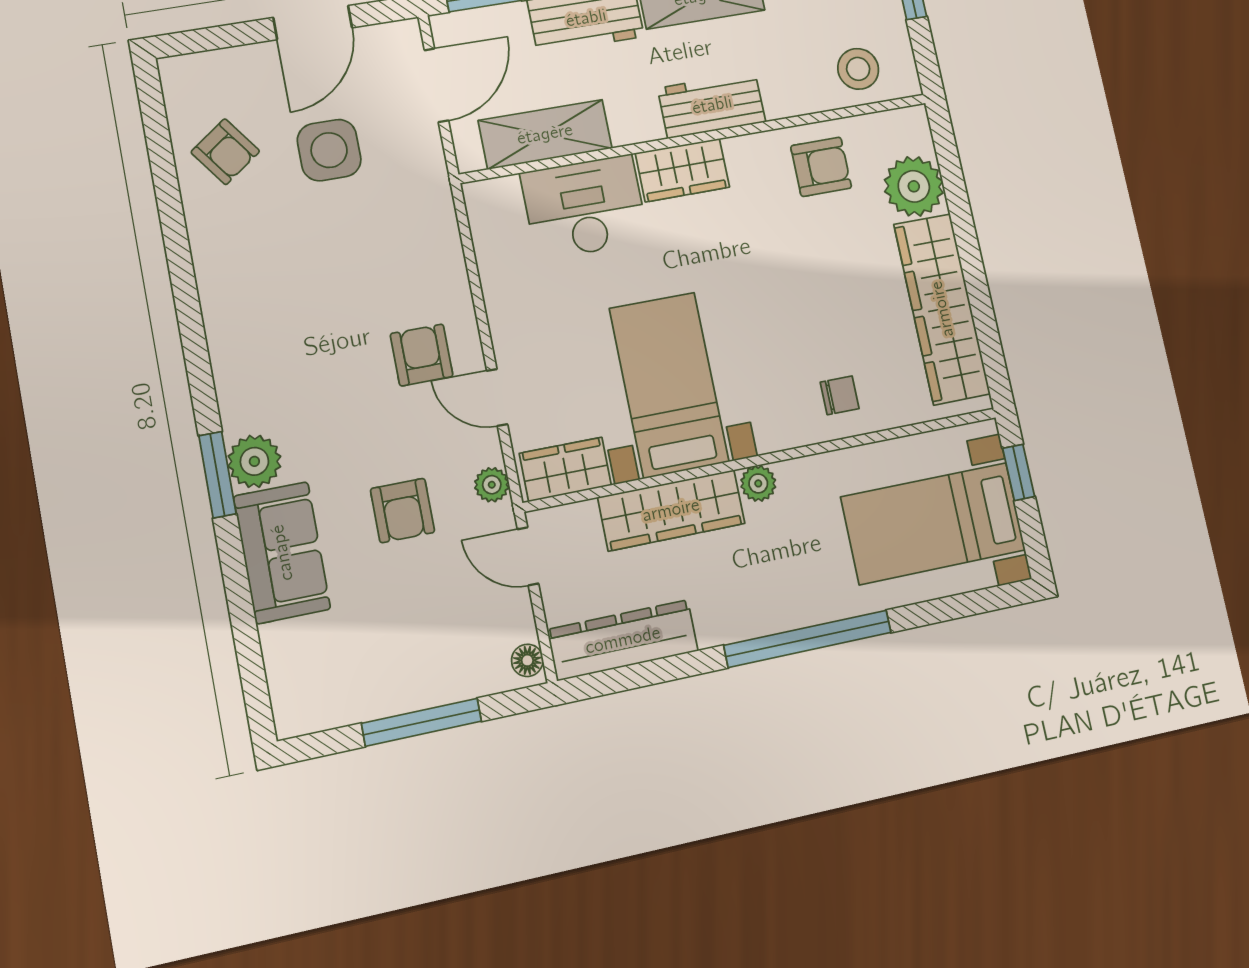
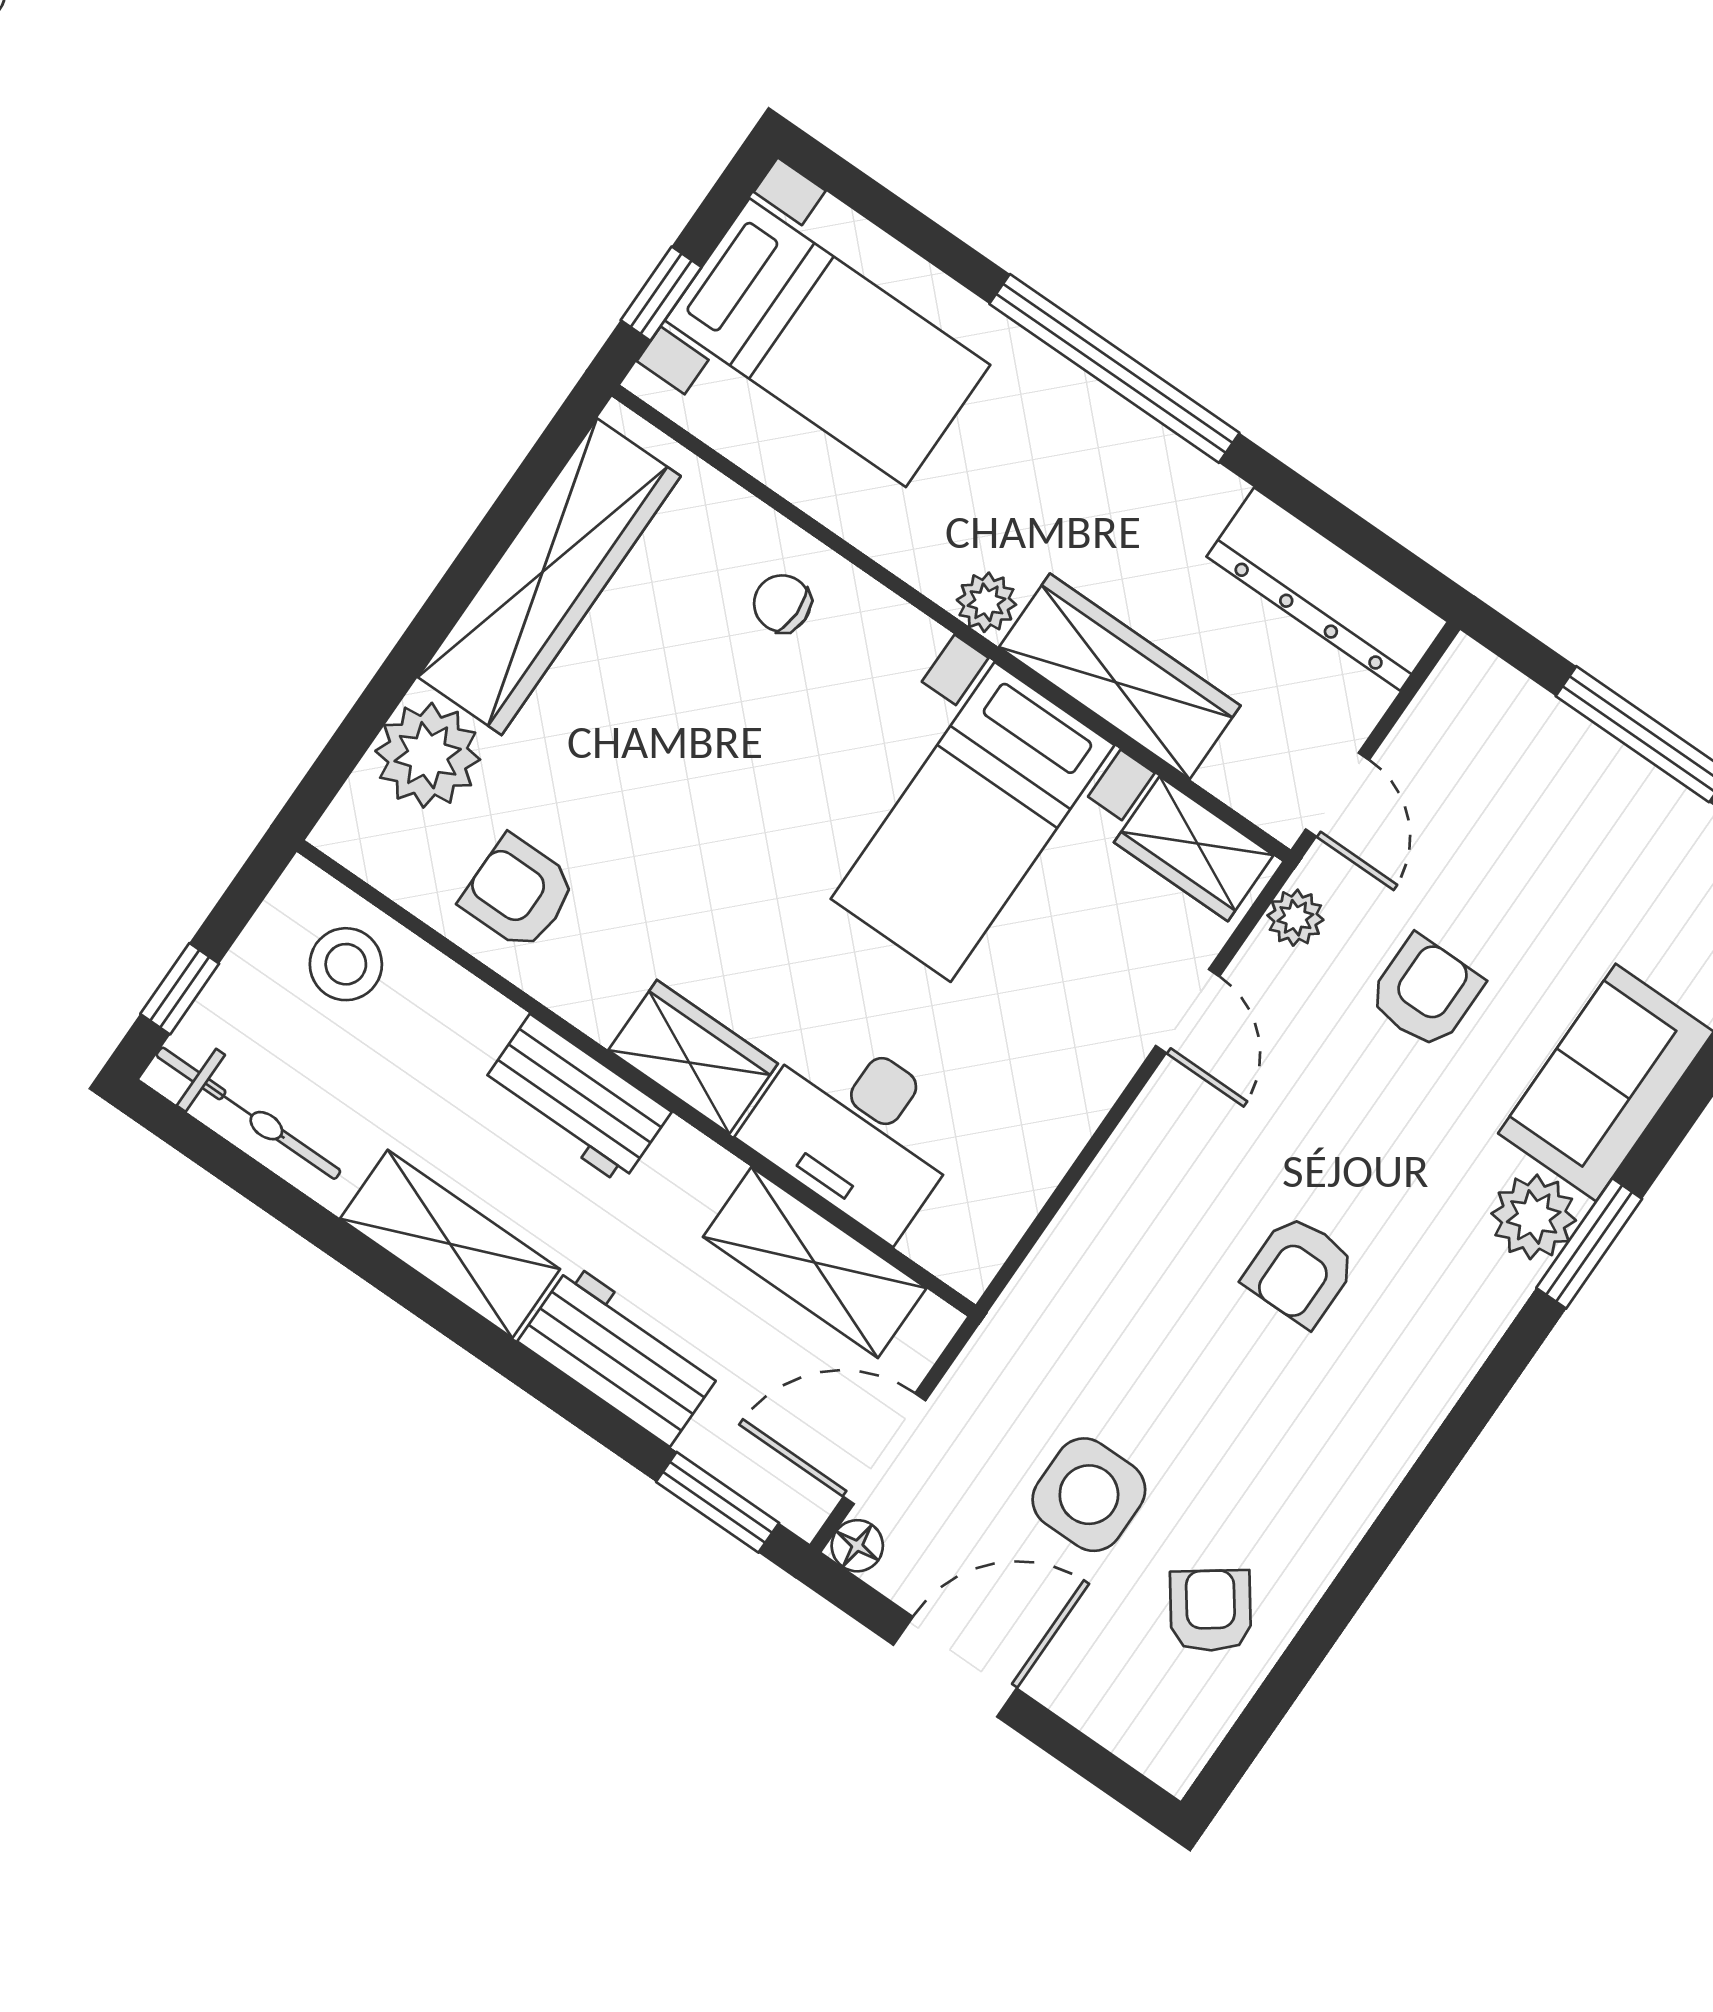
armchair: (422, 355) -> (1300, 1271), moved
floor lamp: (527, 660) -> (857, 1546), moved

